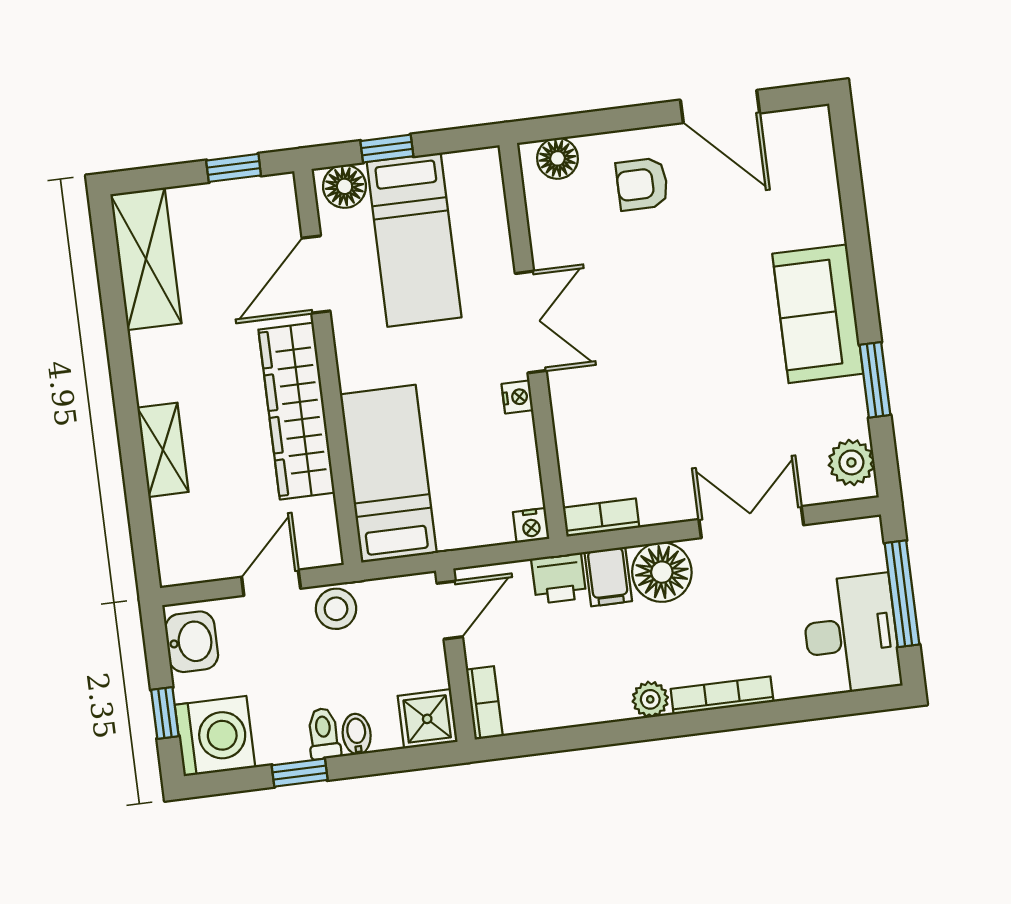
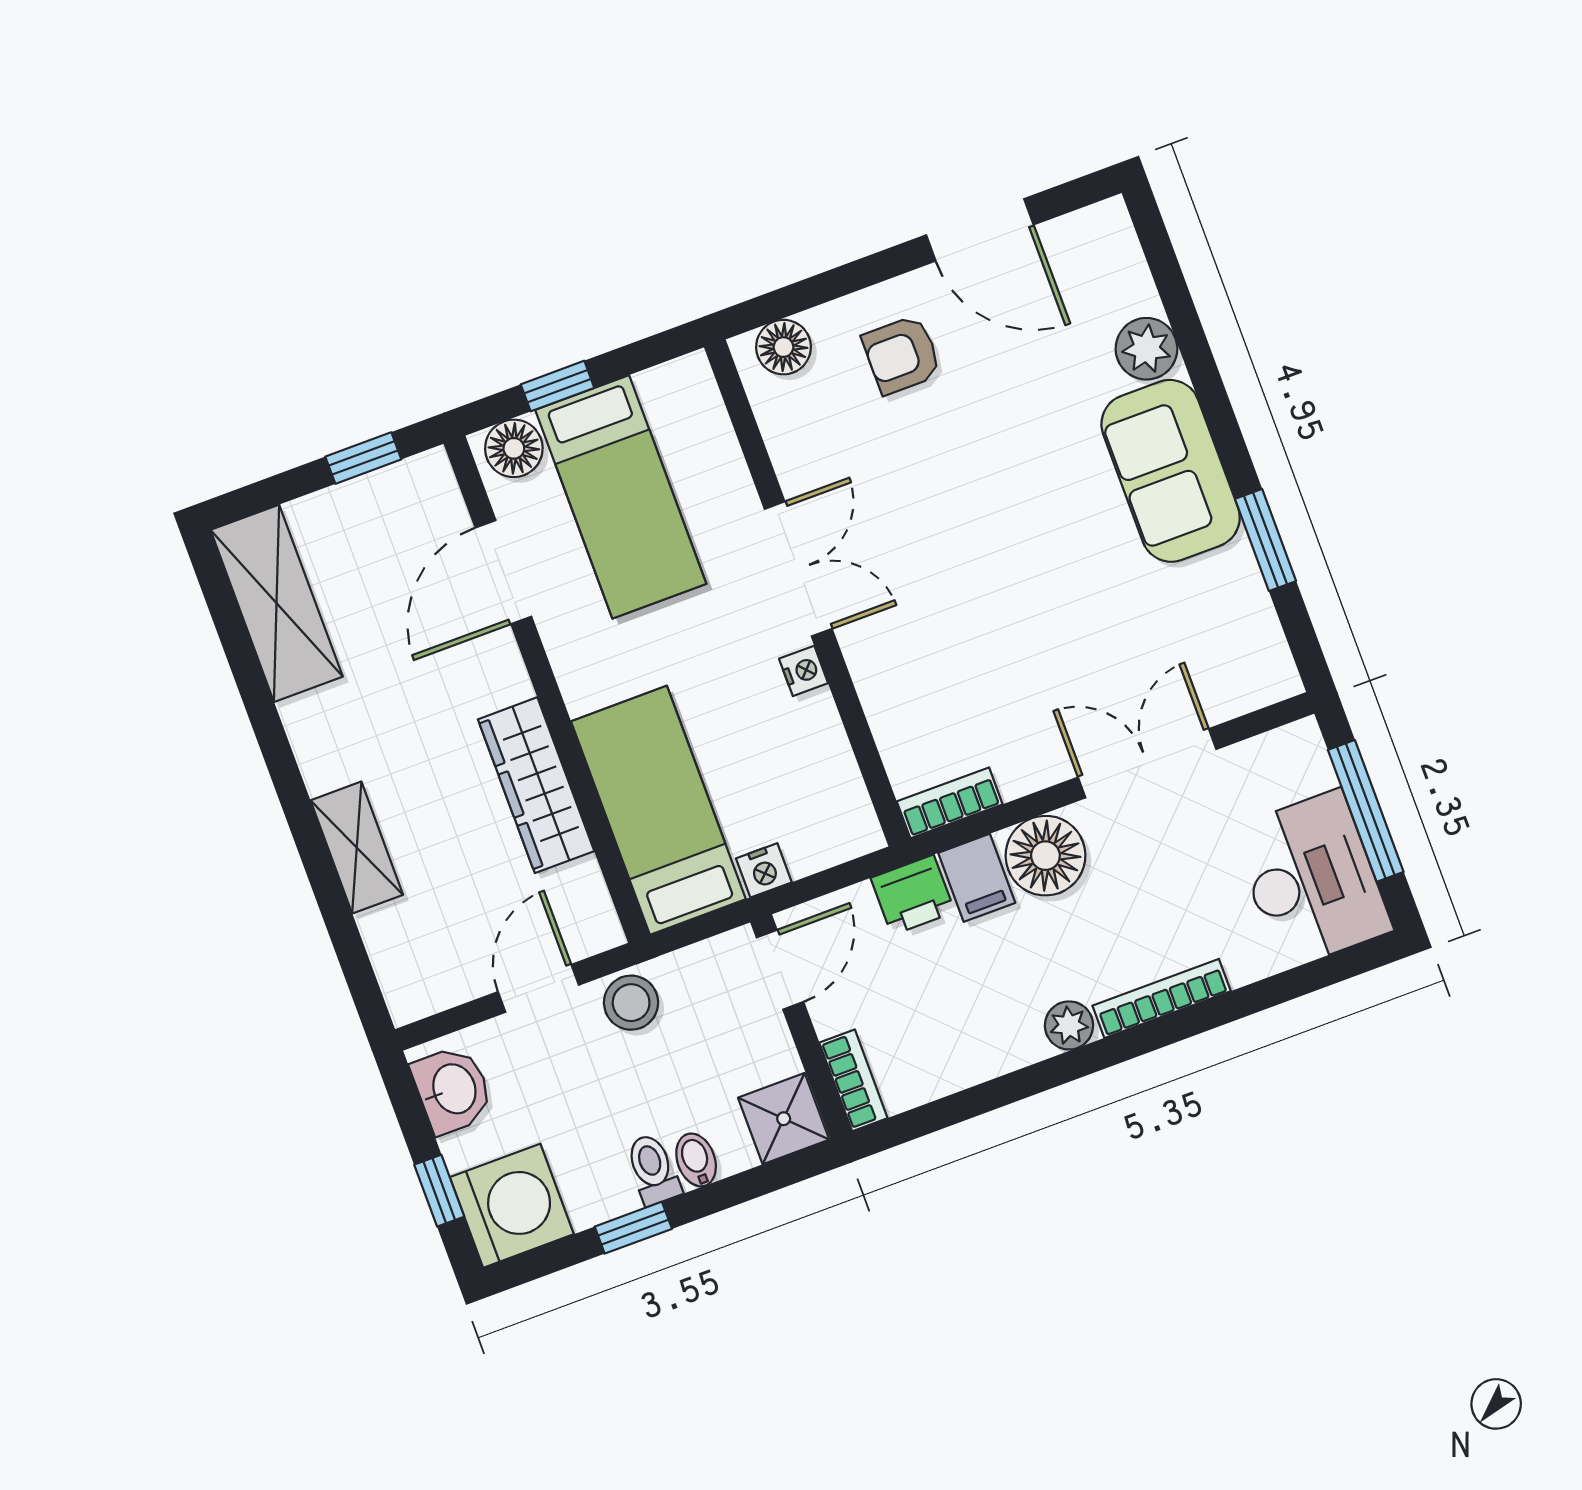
wardrobe: (297, 411) -> (536, 785), width x0.71, depth x0.85
plant: (851, 462) -> (1146, 349), moved
nightstand: (531, 526) -> (764, 870), moved

